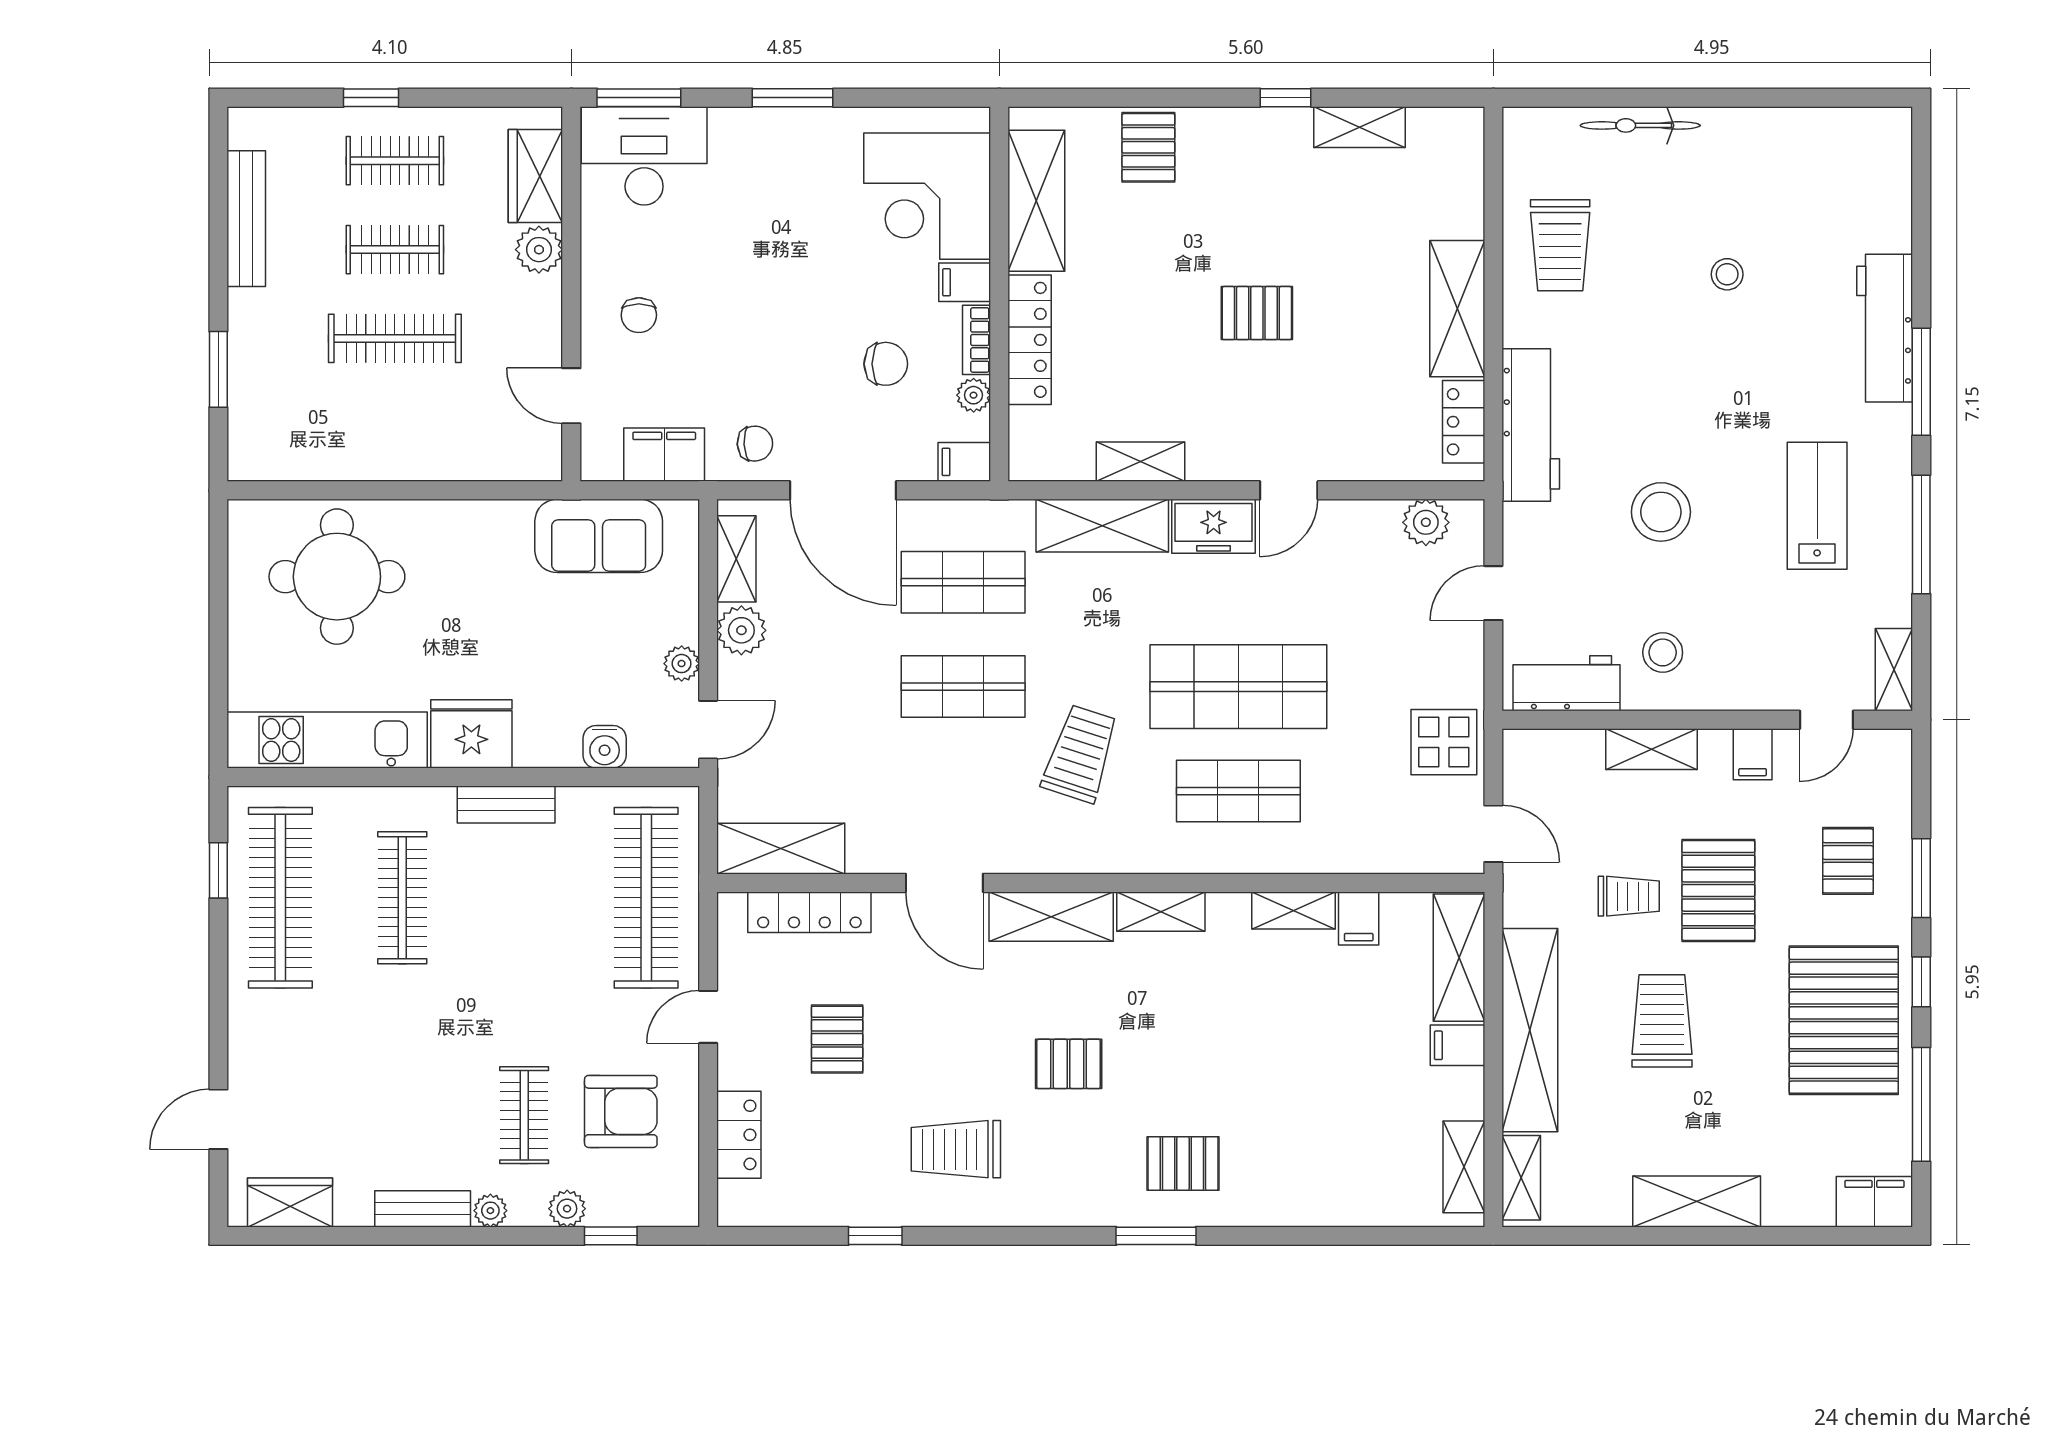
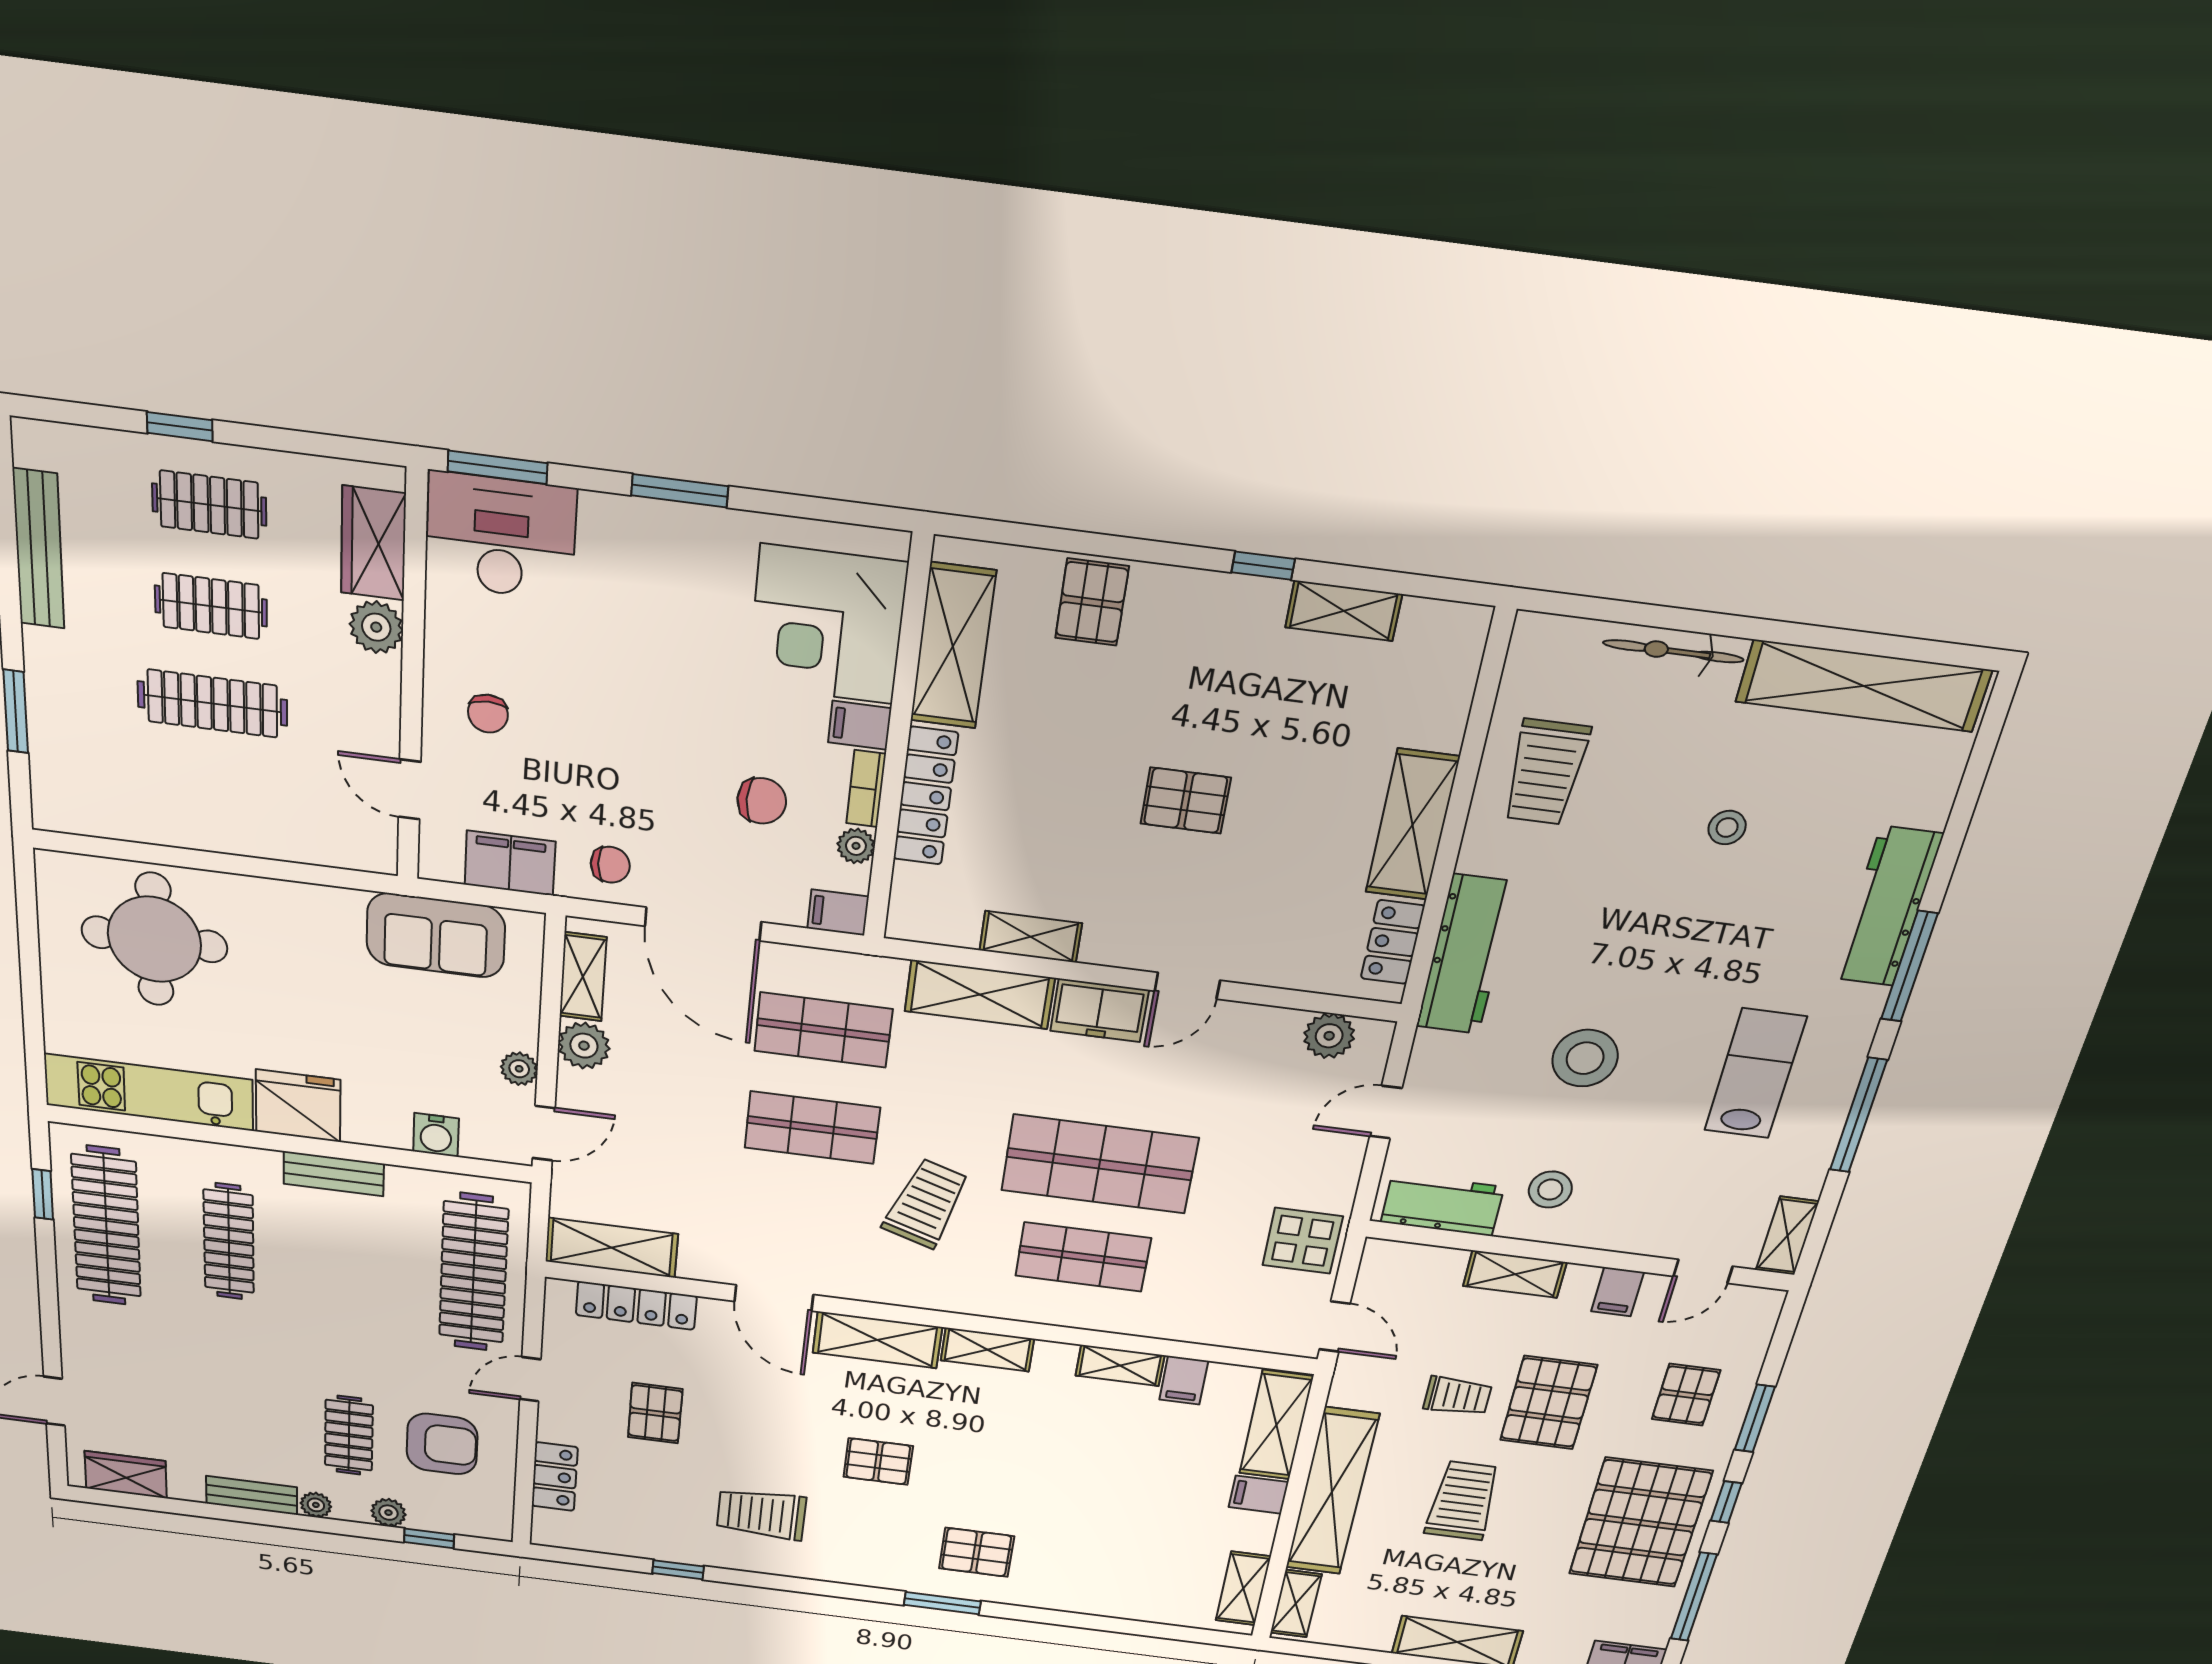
shelving: (1805, 134) -> (1863, 686), added

